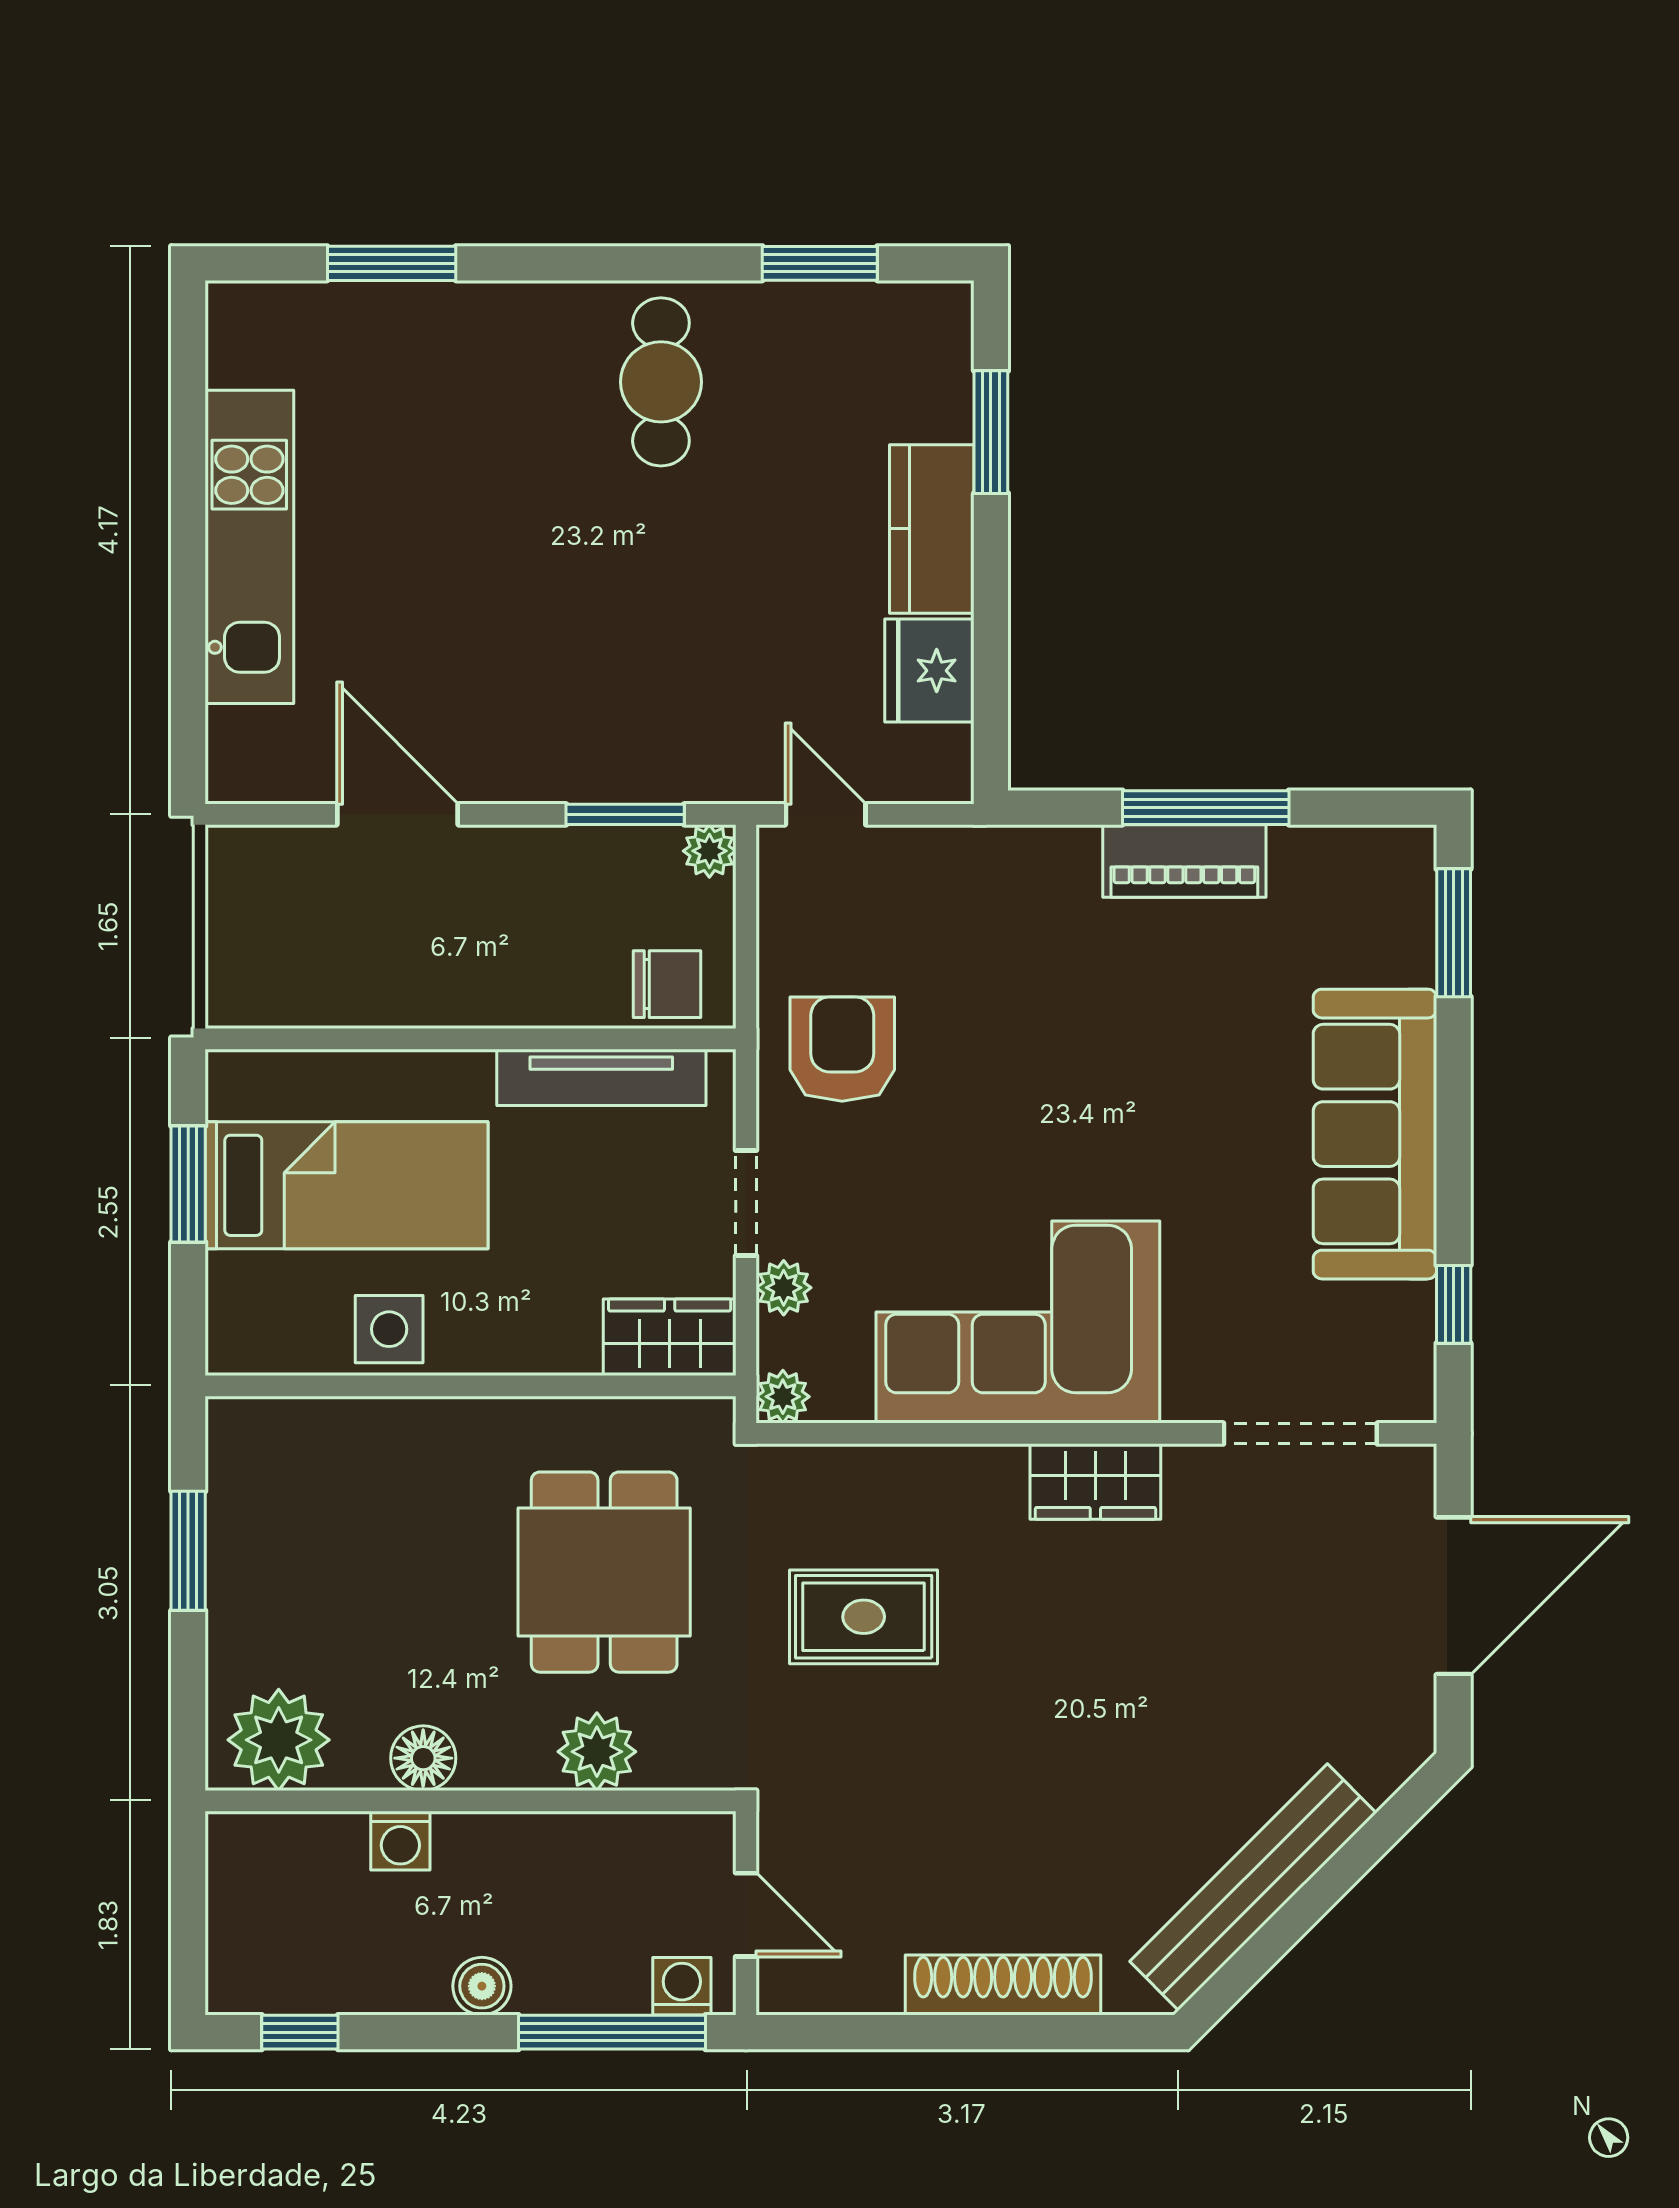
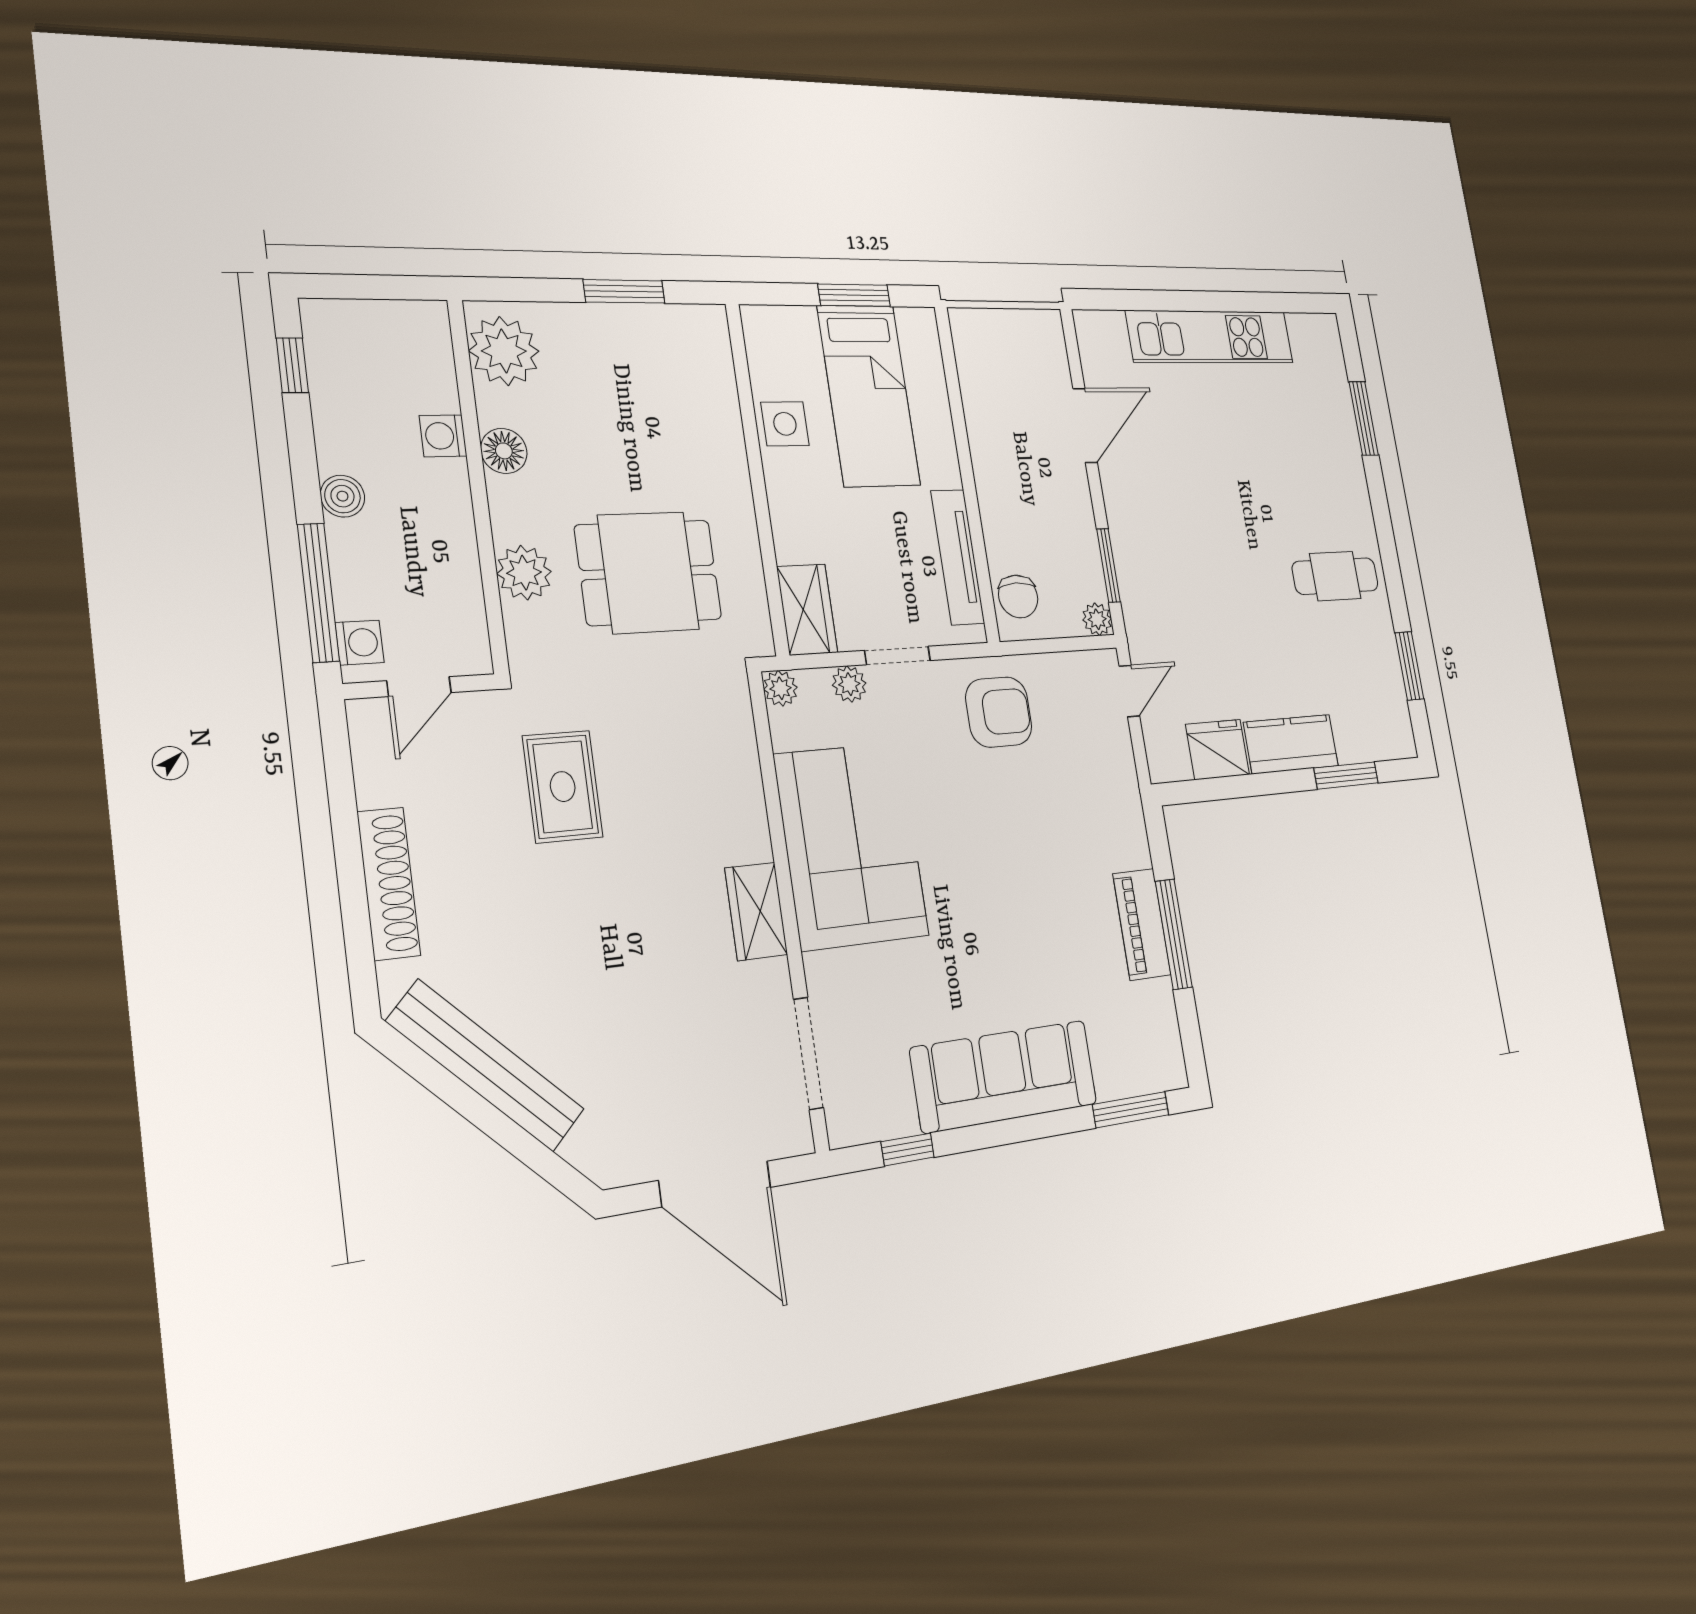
rug: (864, 1617) -> (563, 787), moved

